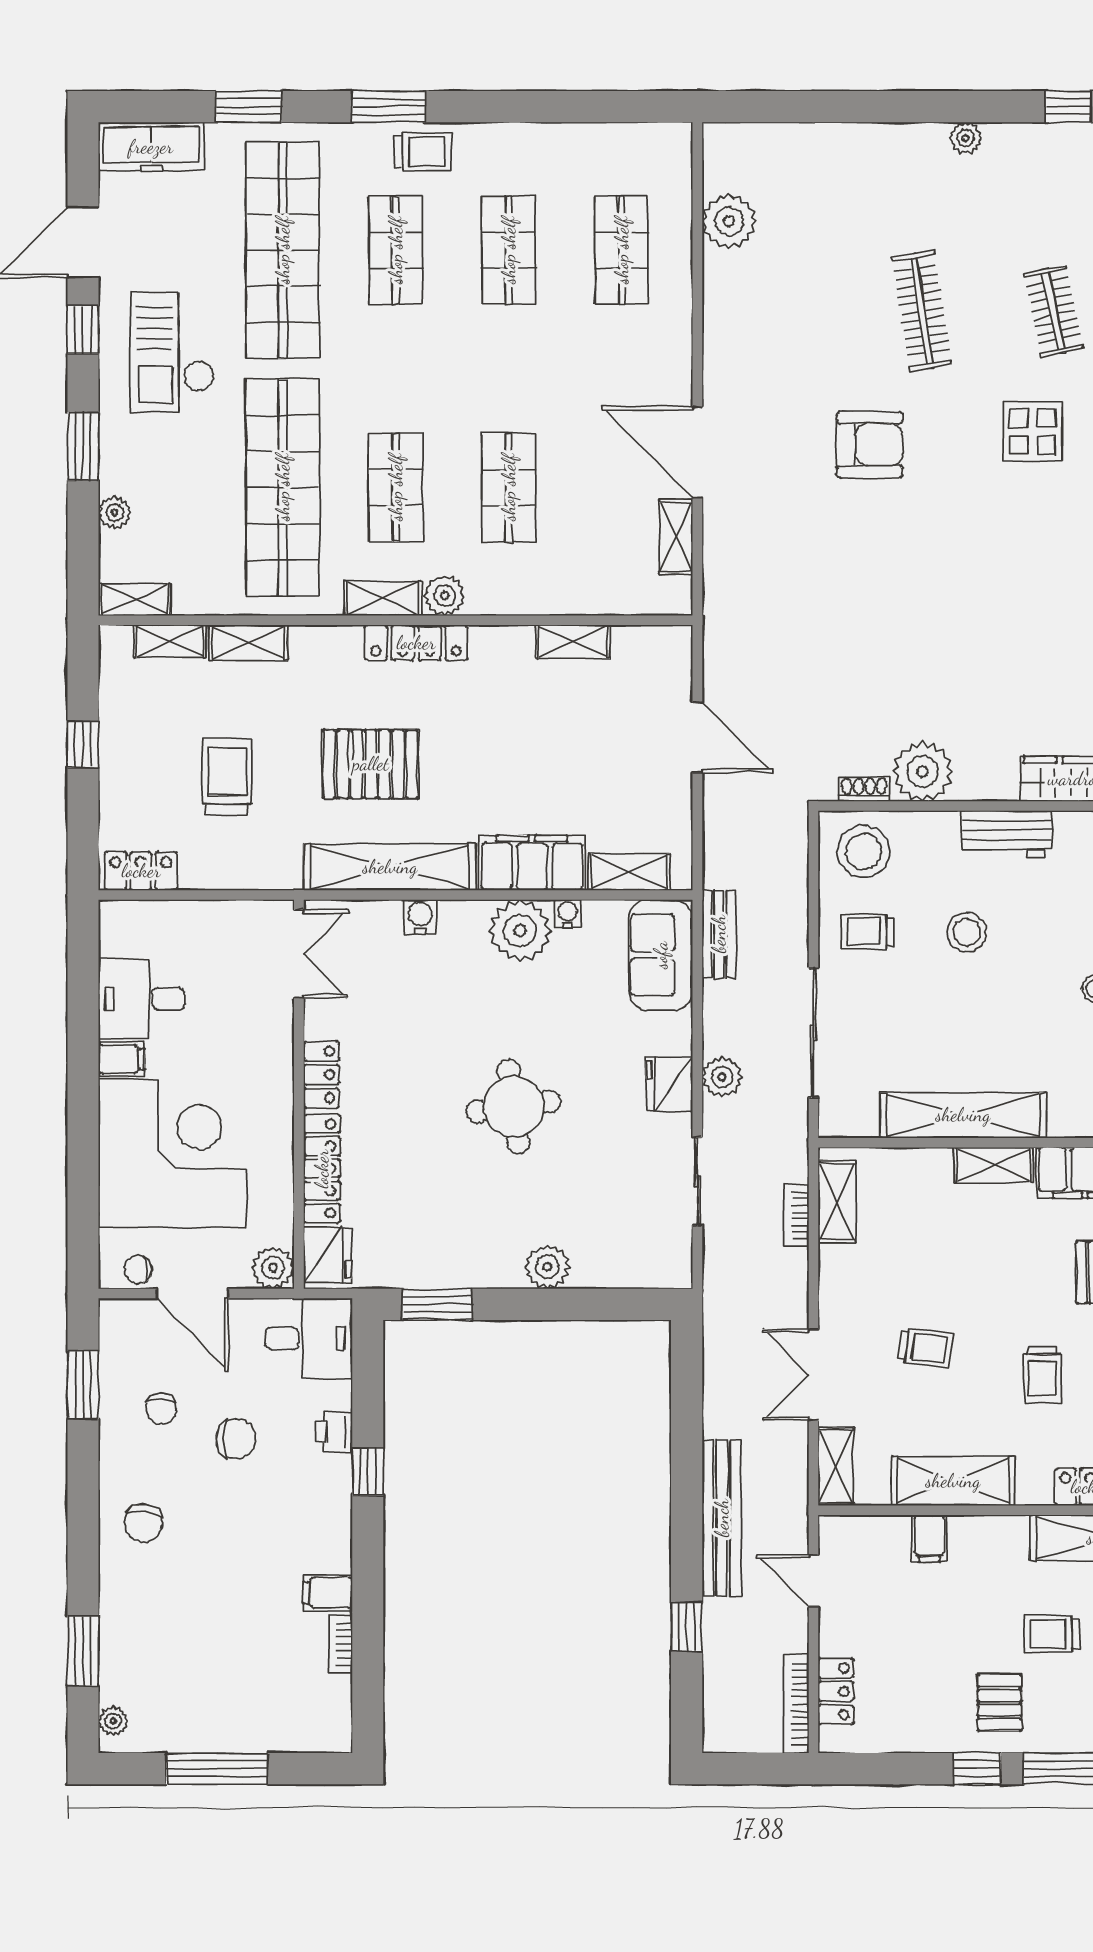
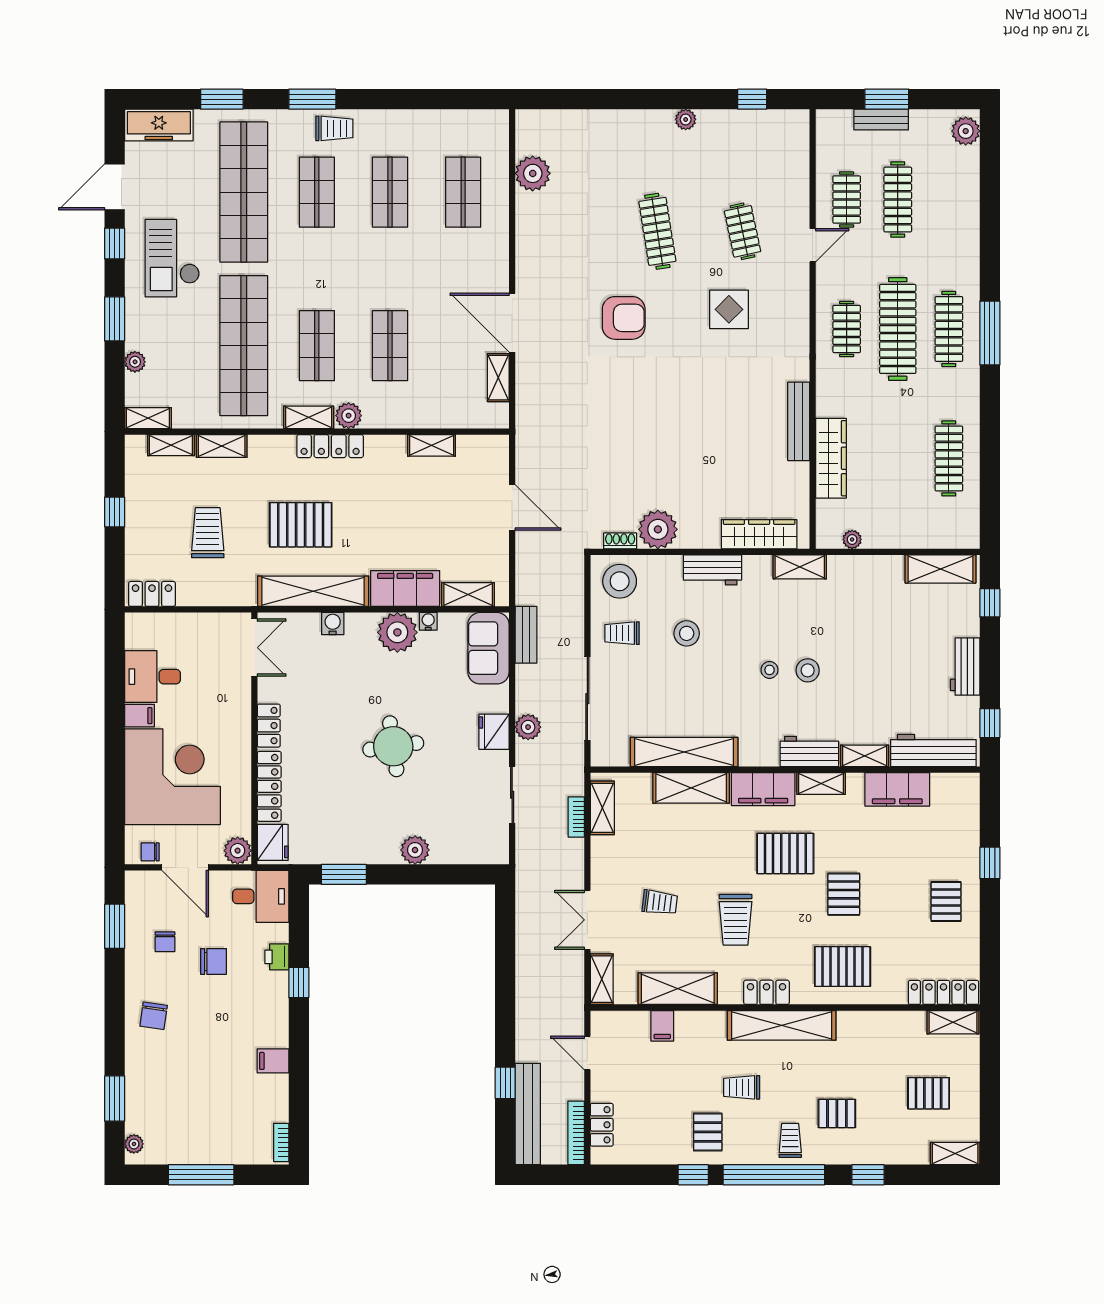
shelving: (994, 1165) -> (691, 788), width x1.50, depth x1.33
trolley: (1043, 1375) -> (736, 920), width x1.36, depth x1.39
bench: (722, 1518) -> (528, 1114), moved
bookcase: (340, 1644) -> (281, 1142), moved

